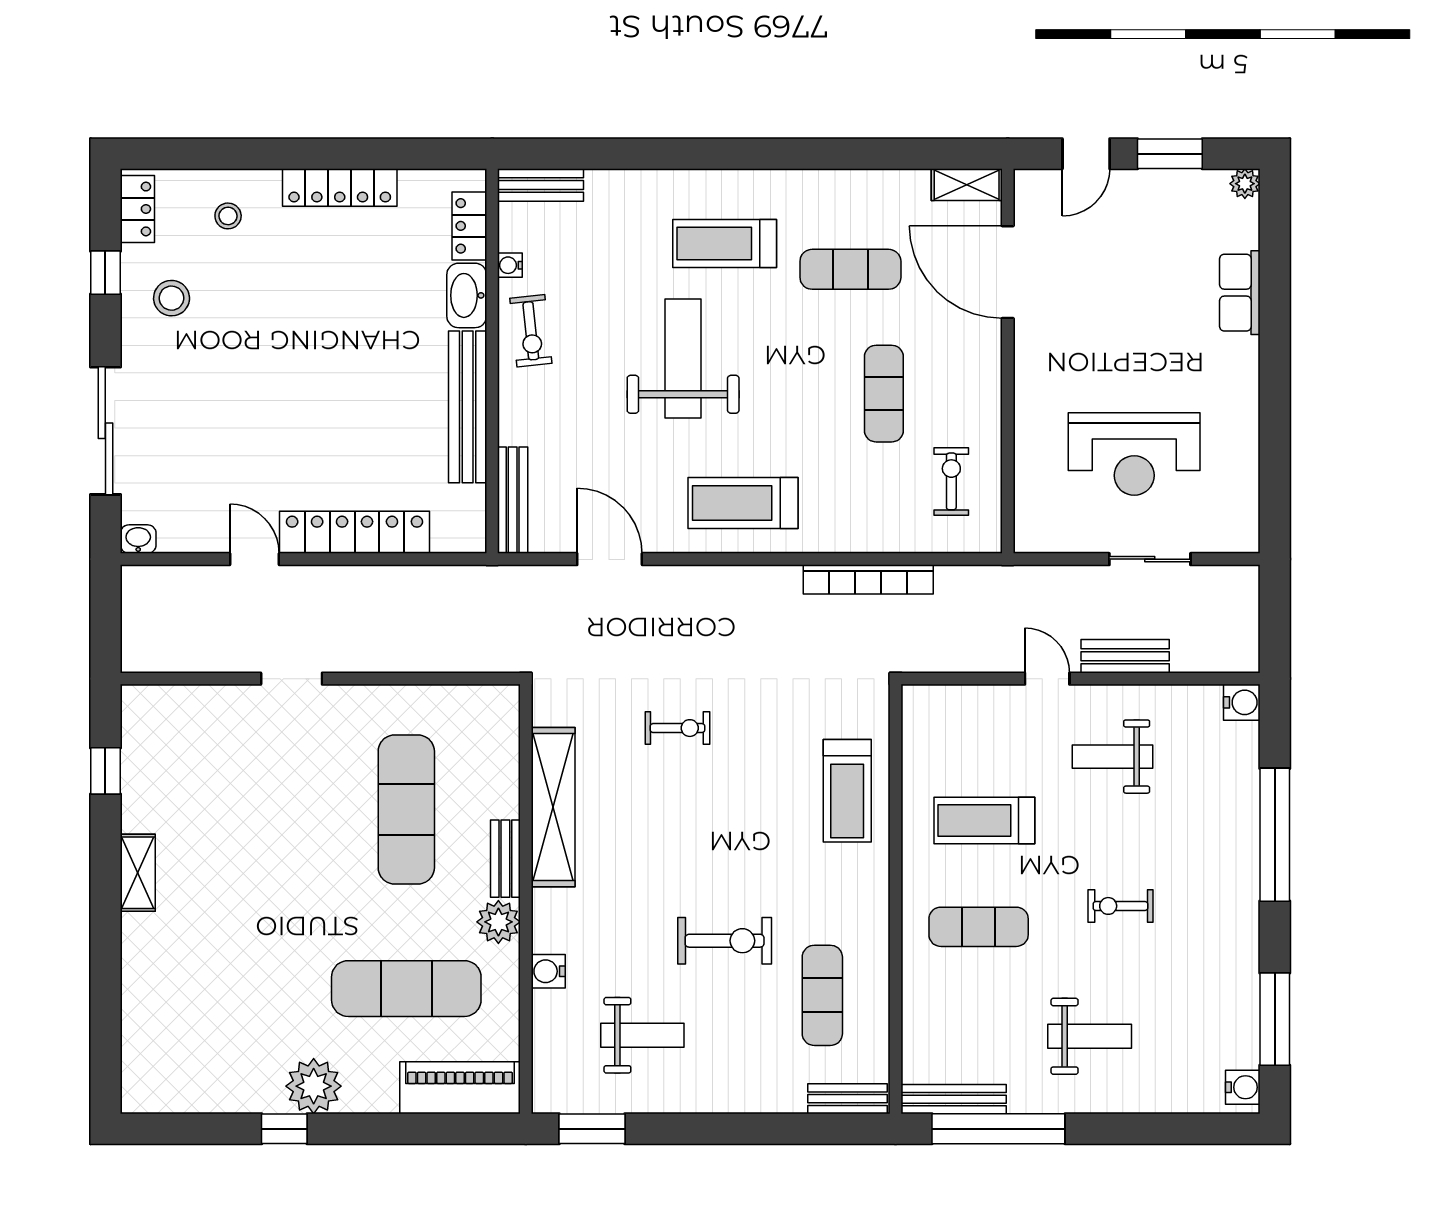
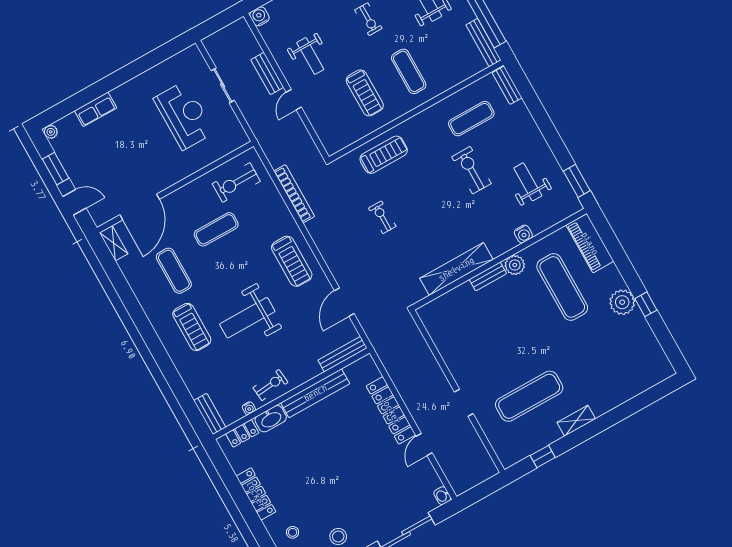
exercise bike: (951, 481) -> (236, 183), width x1.38, depth x1.39
exercise bike: (678, 728) -> (382, 217), moved
exercise mat: (406, 809) -> (529, 396), moved

